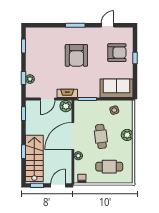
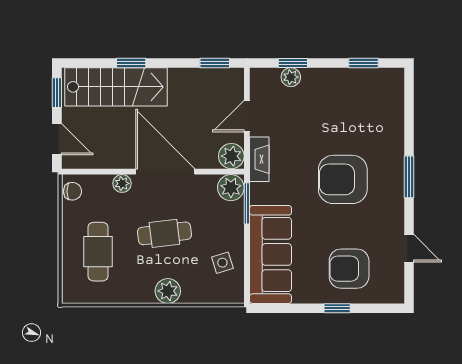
armchair: (117, 53) -> (349, 269), turned 90
sofa: (116, 88) -> (270, 254), width x1.36
door: (48, 99) -> (247, 116), hinge flipped
plant: (80, 106) -> (231, 188), added

